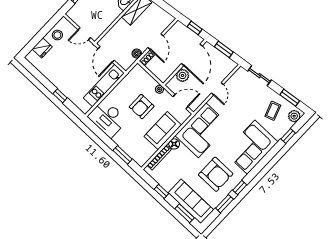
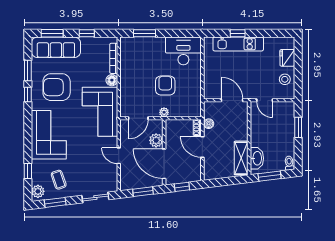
door: (84, 34) -> (265, 100), swing flipped
kitchen unit: (104, 86) -> (238, 44), moved, turned 90
sofa: (163, 131) -> (131, 82), removed

